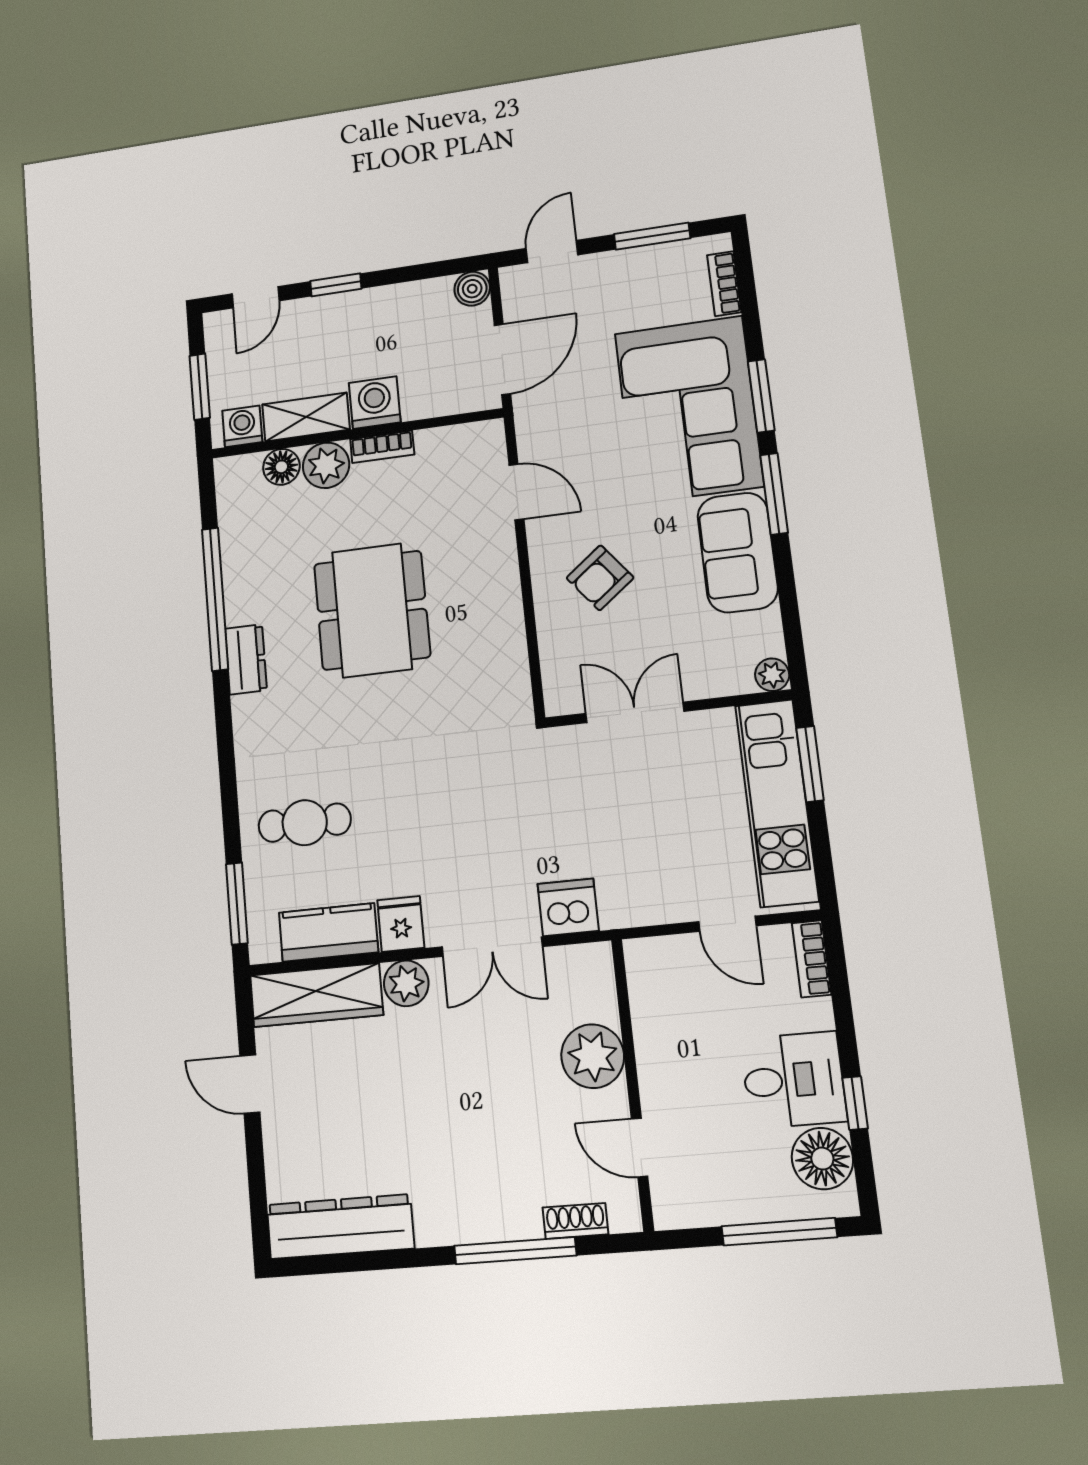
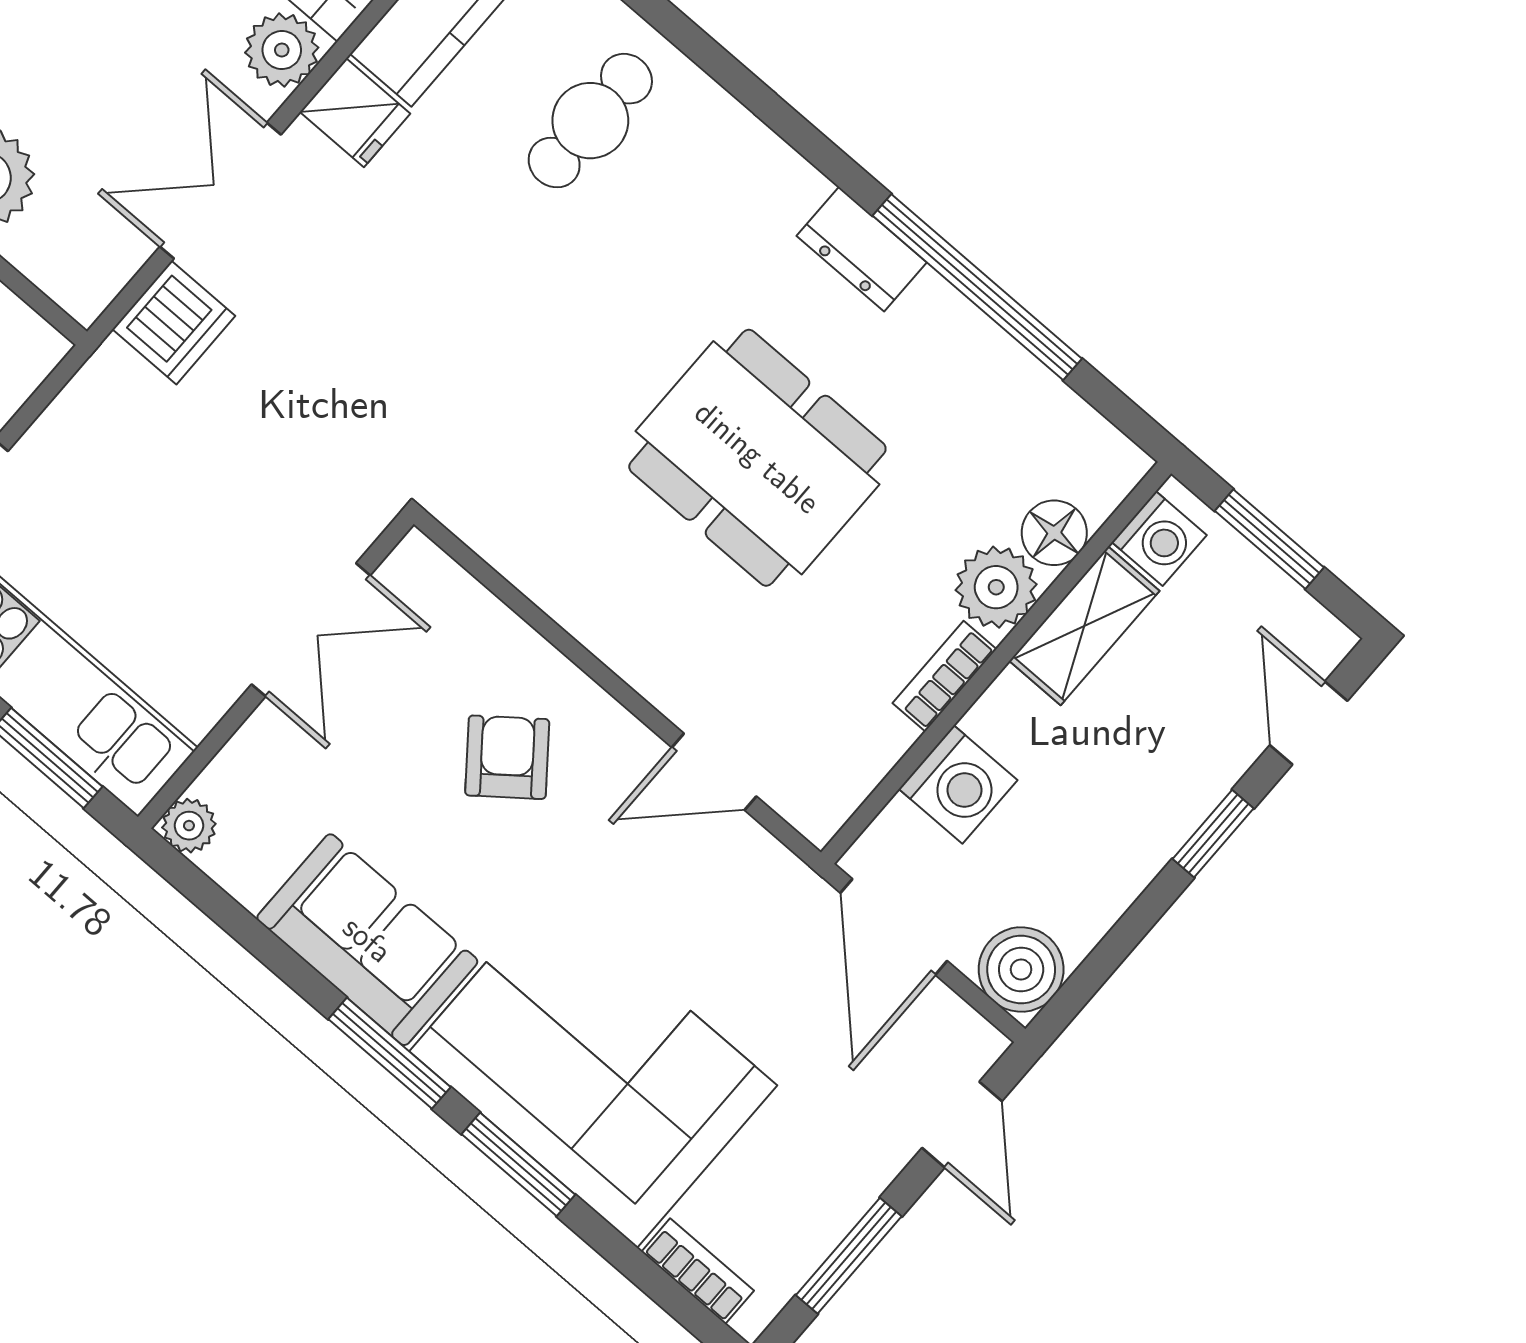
boiler: (472, 289) -> (1021, 970), width x1.36, depth x1.36
washing machine: (375, 403) -> (958, 785), moved

